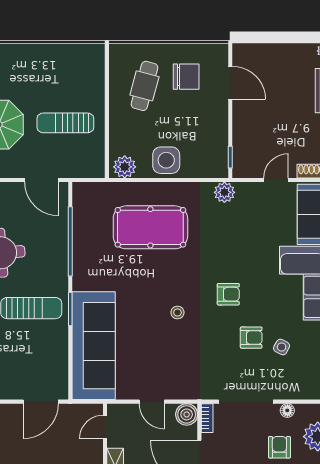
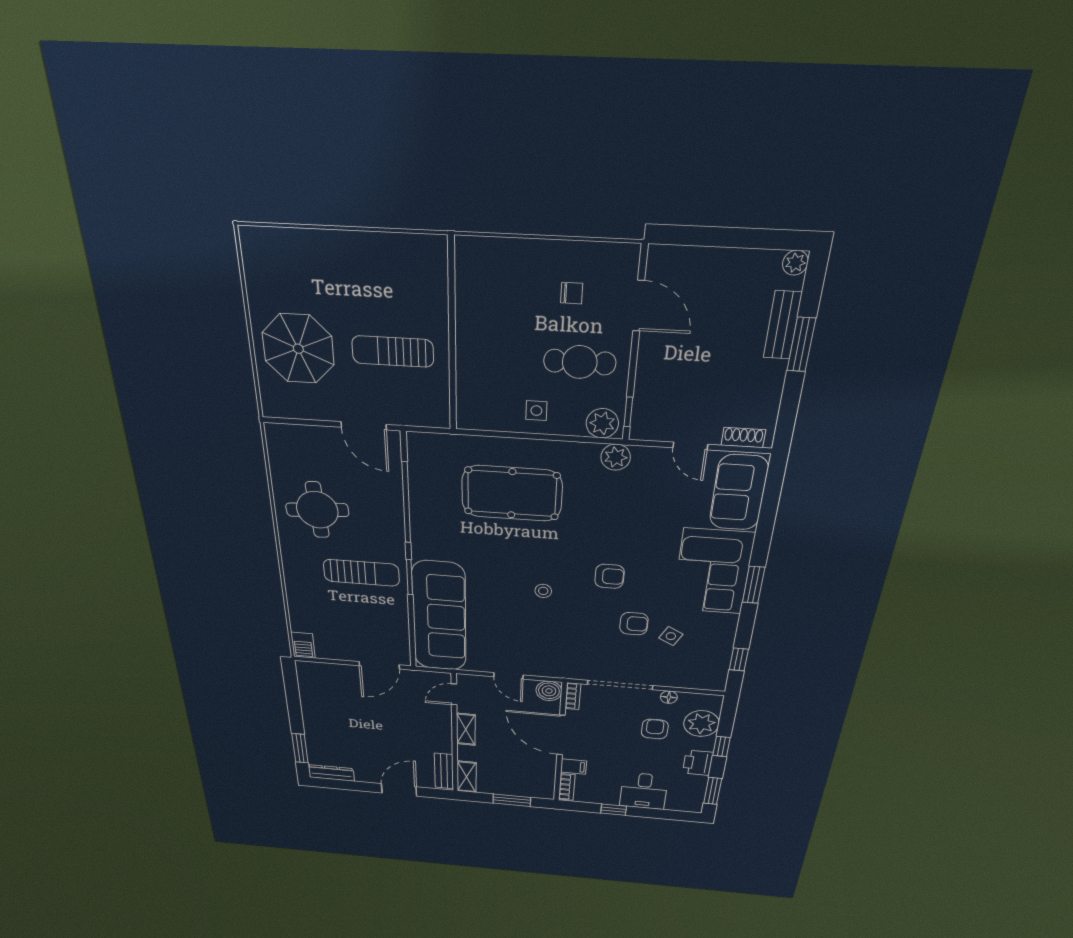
chair: (186, 77) -> (572, 293), width x0.54, depth x0.54
cafe table: (144, 86) -> (580, 362), moved, turned 75
side table: (166, 160) -> (536, 411), width x0.54, depth x0.54
plant: (125, 167) -> (602, 423), moved
door: (276, 180) -> (690, 446), swing flipped

